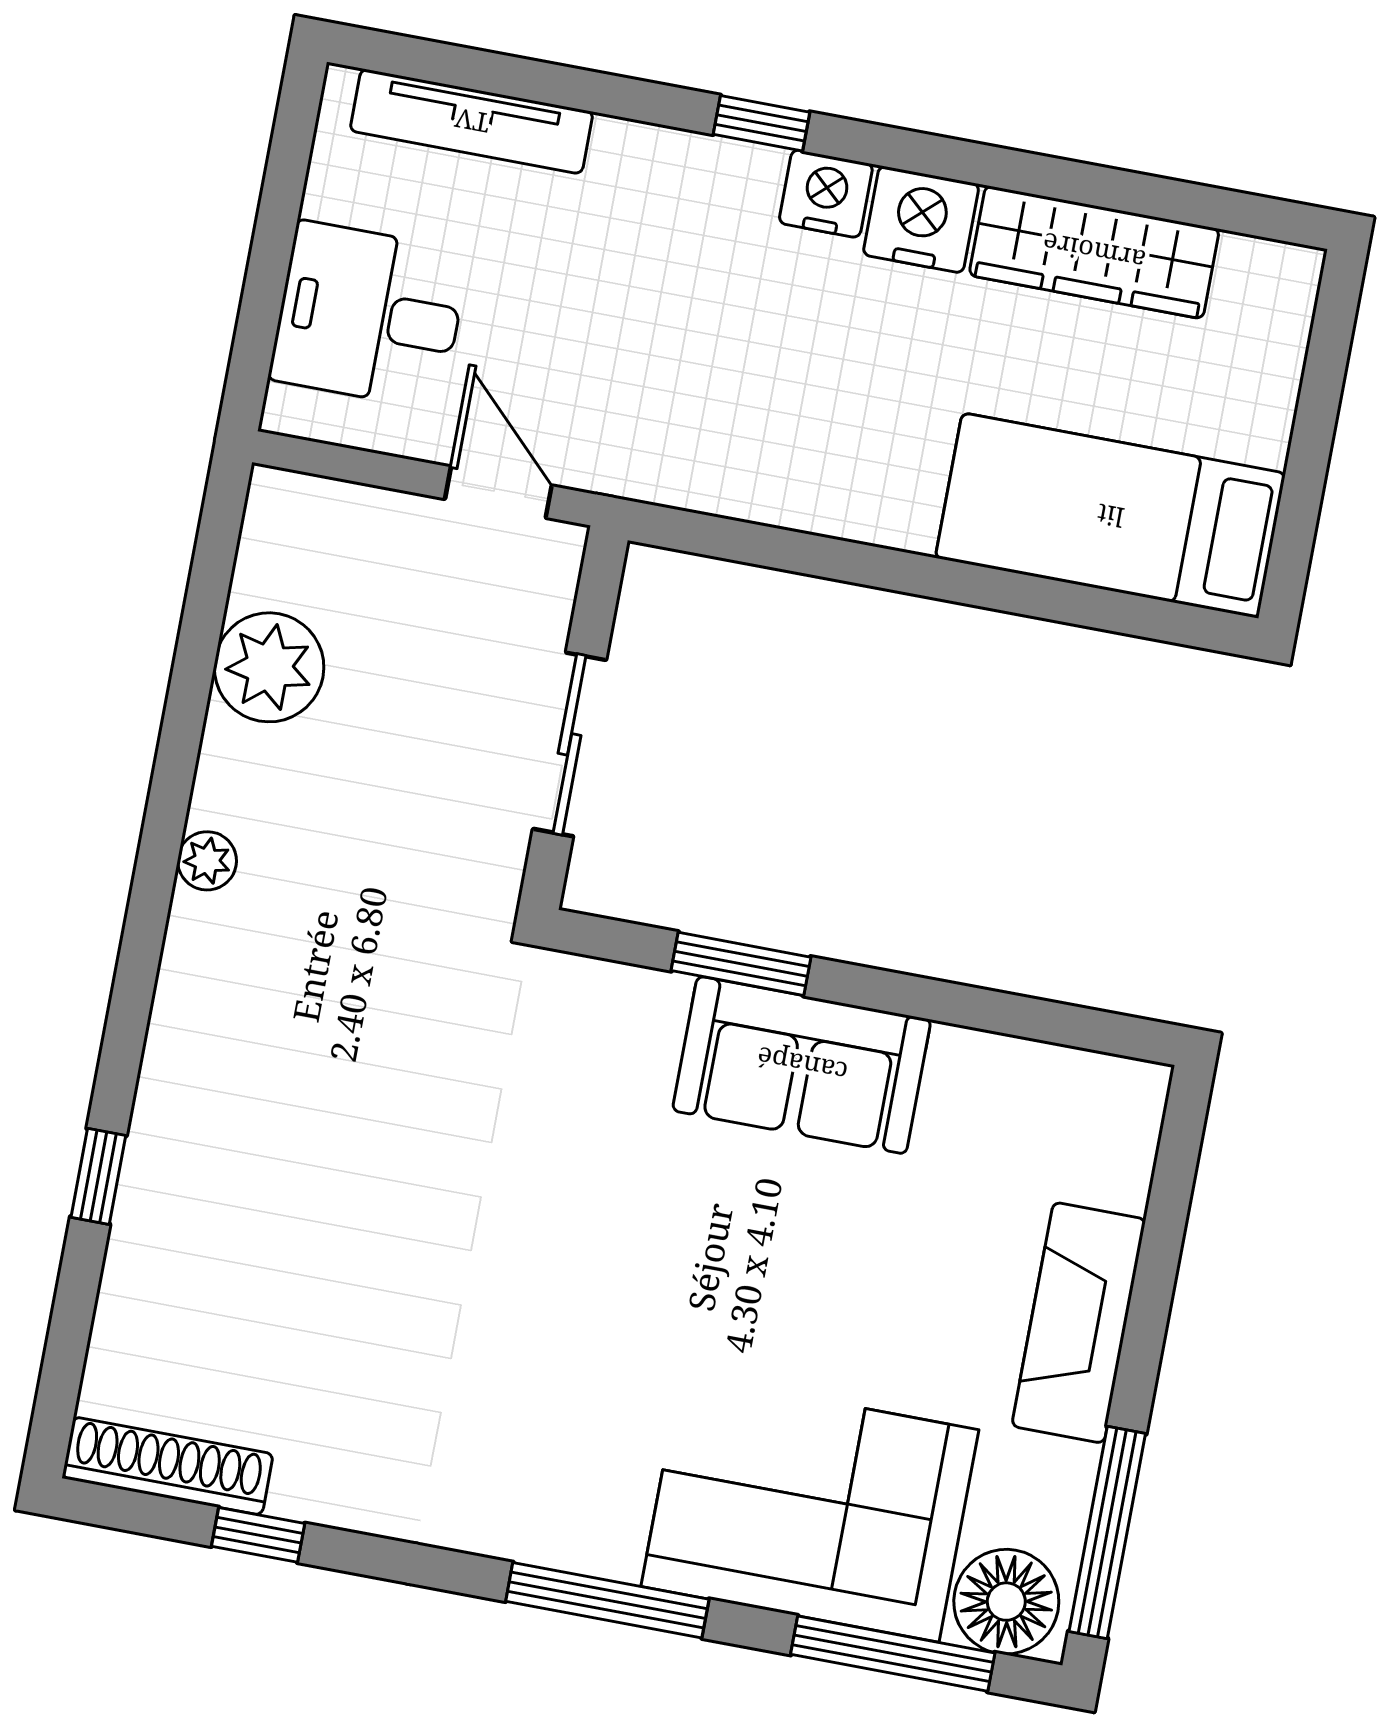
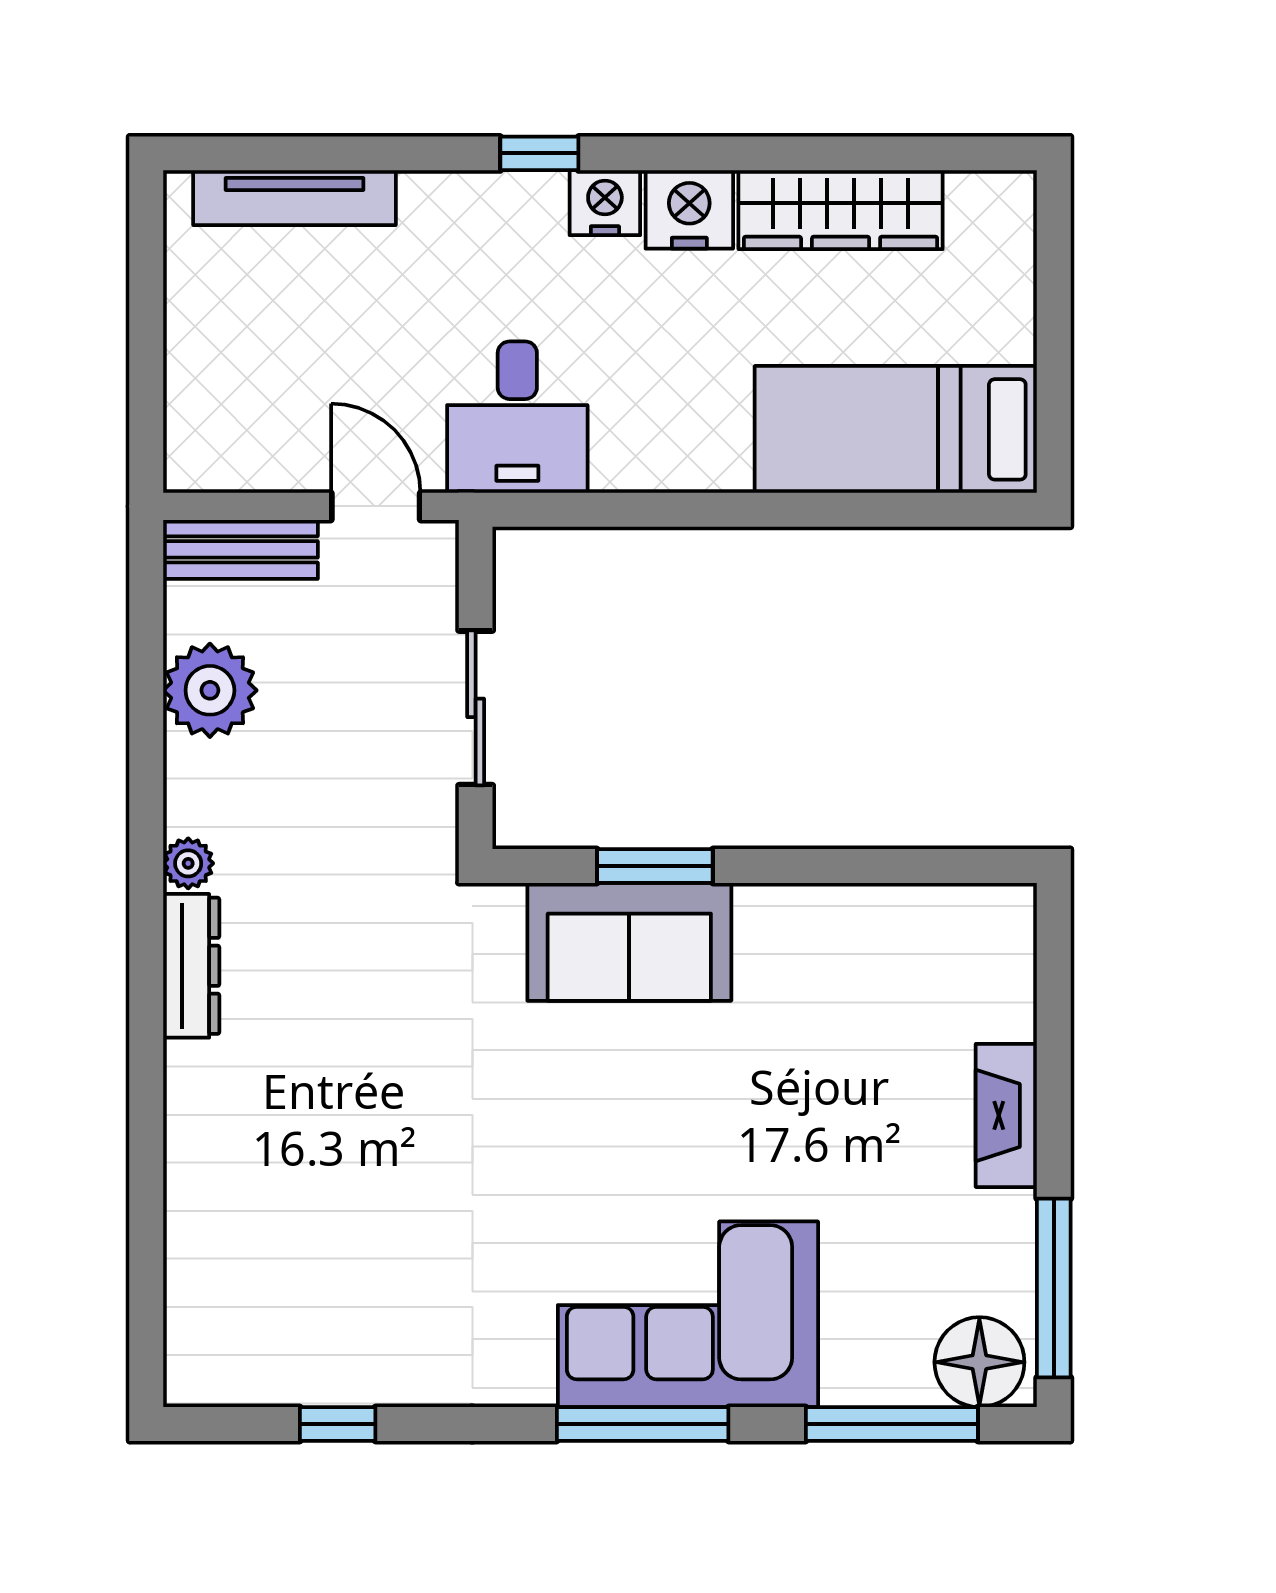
desk: (369, 315) -> (517, 417), moved, turned -90
bench: (334, 512) -> (240, 549), added
dresser: (189, 979) -> (191, 966), added
sofa: (802, 1065) -> (629, 942), moved
window: (98, 1176) -> (146, 1147), removed
fireplace: (1079, 1323) -> (1006, 1115), width x0.73, depth x0.76
shoe rack: (168, 1466) -> (250, 1380), removed
corner sofa: (810, 1508) -> (688, 1314), moved

